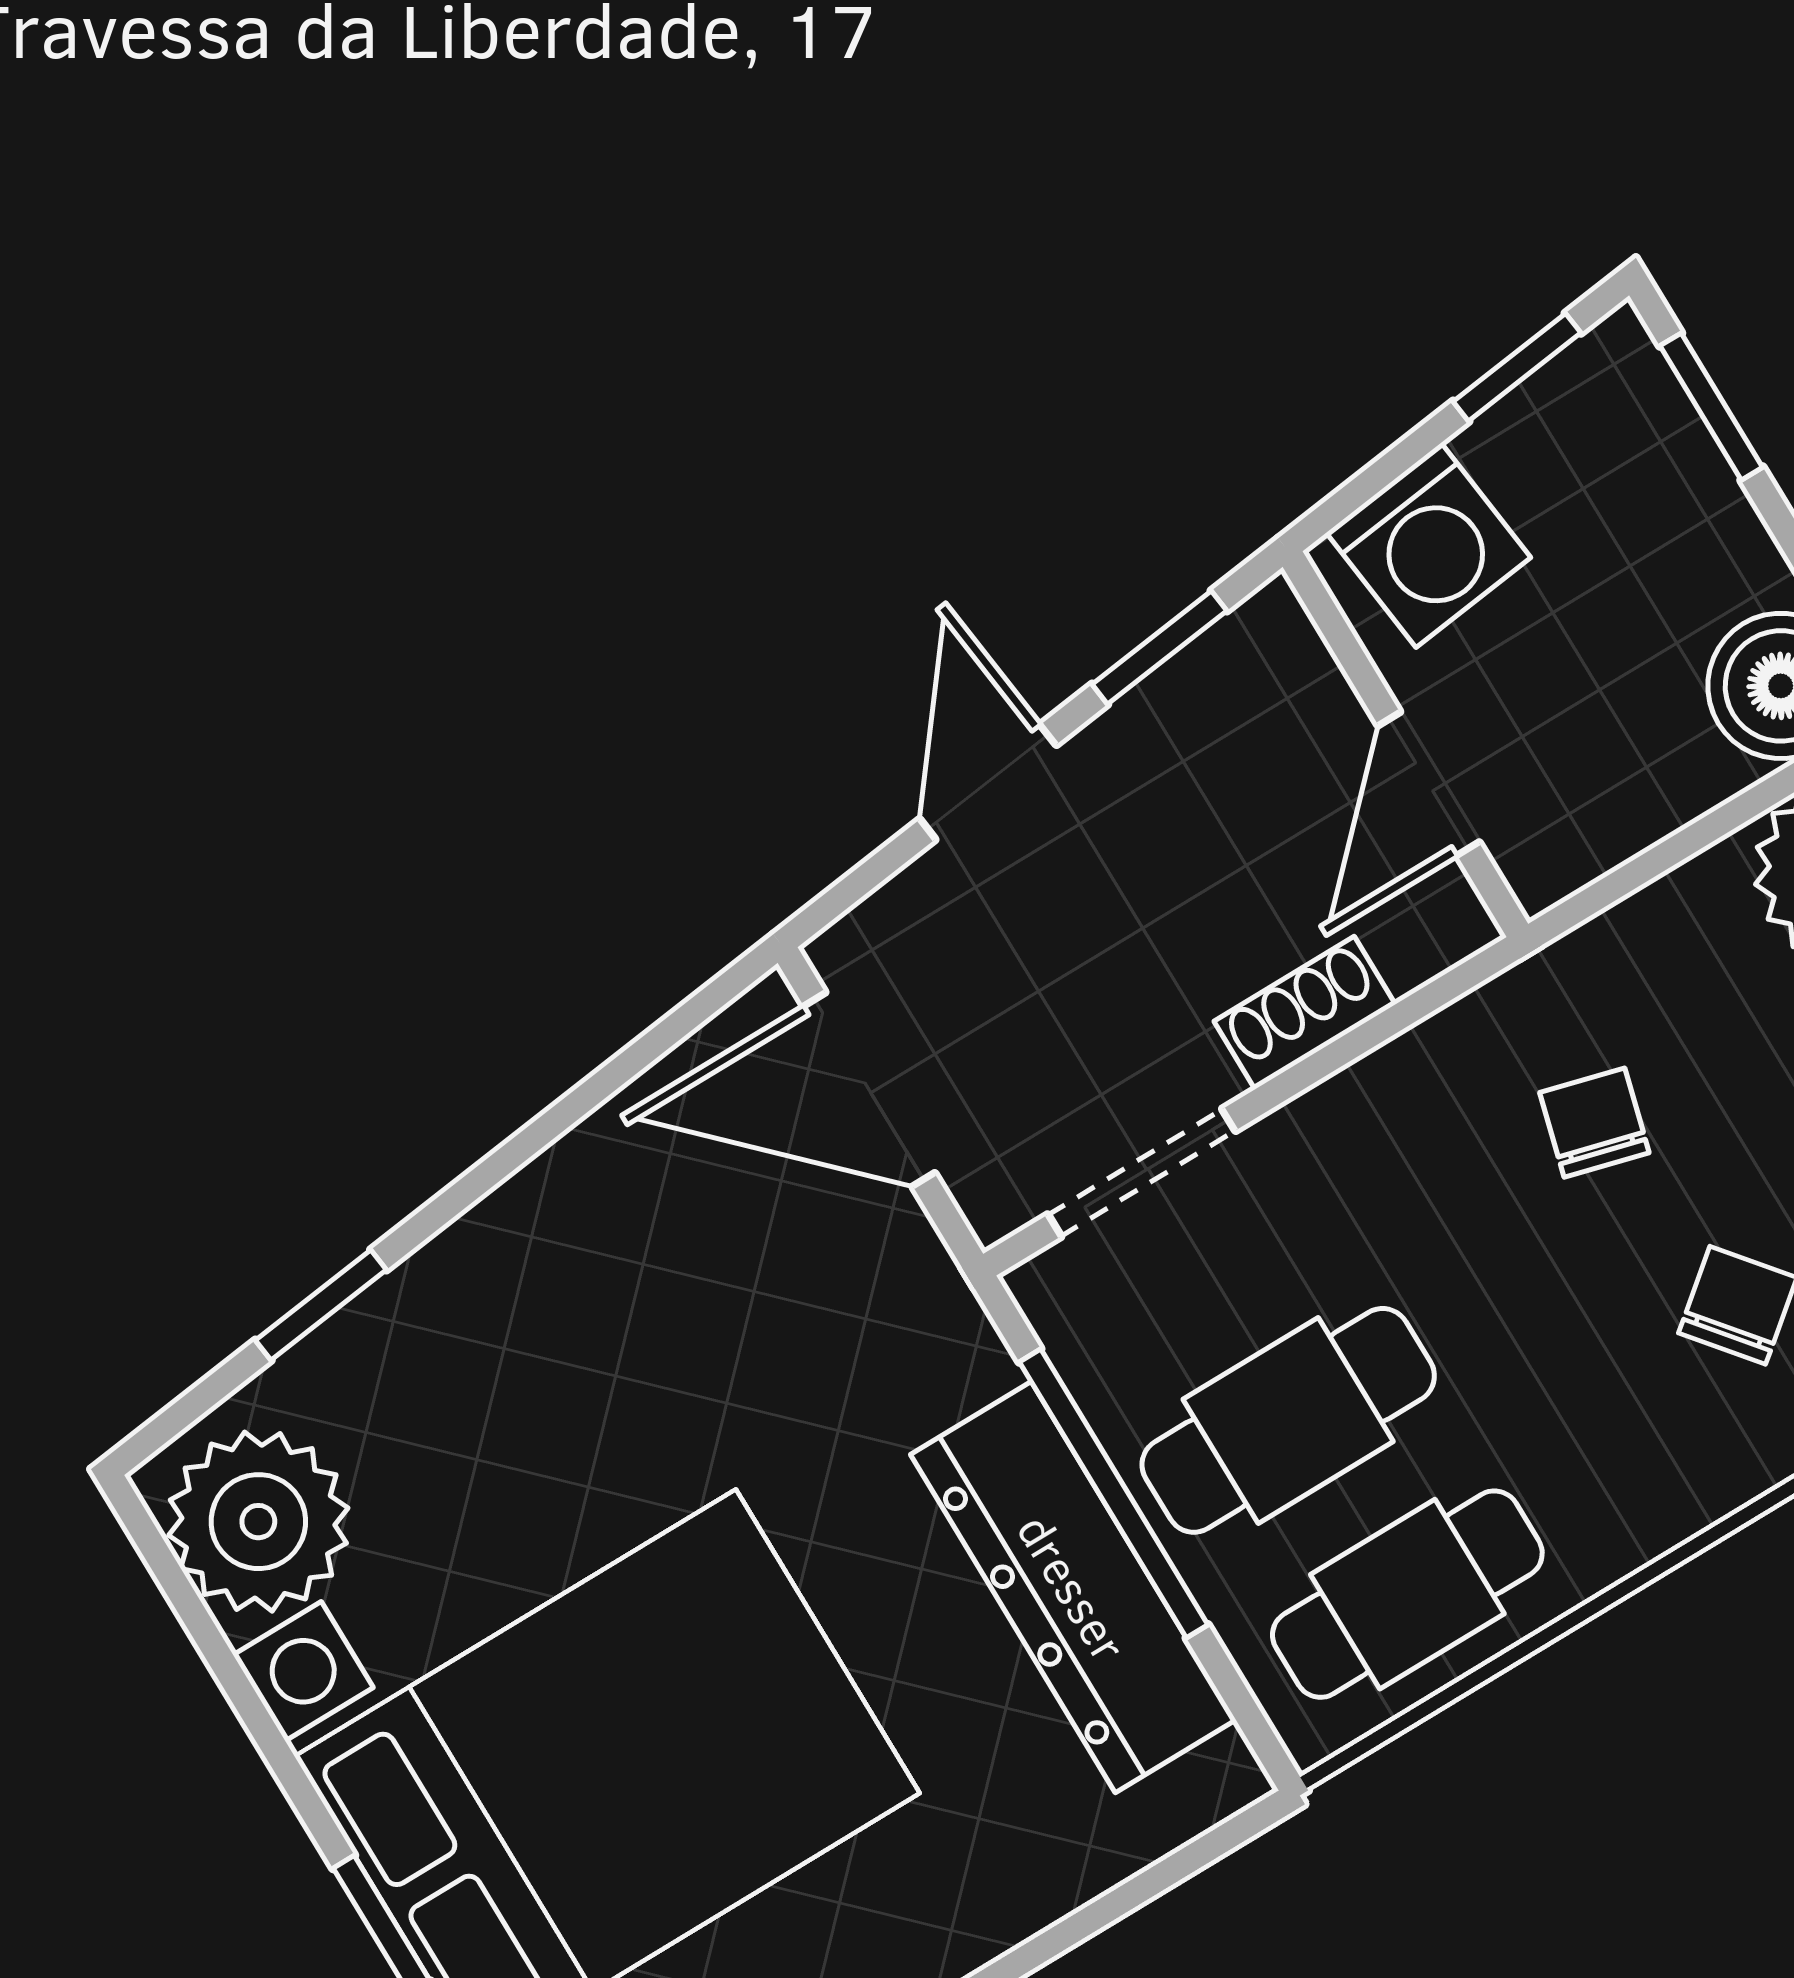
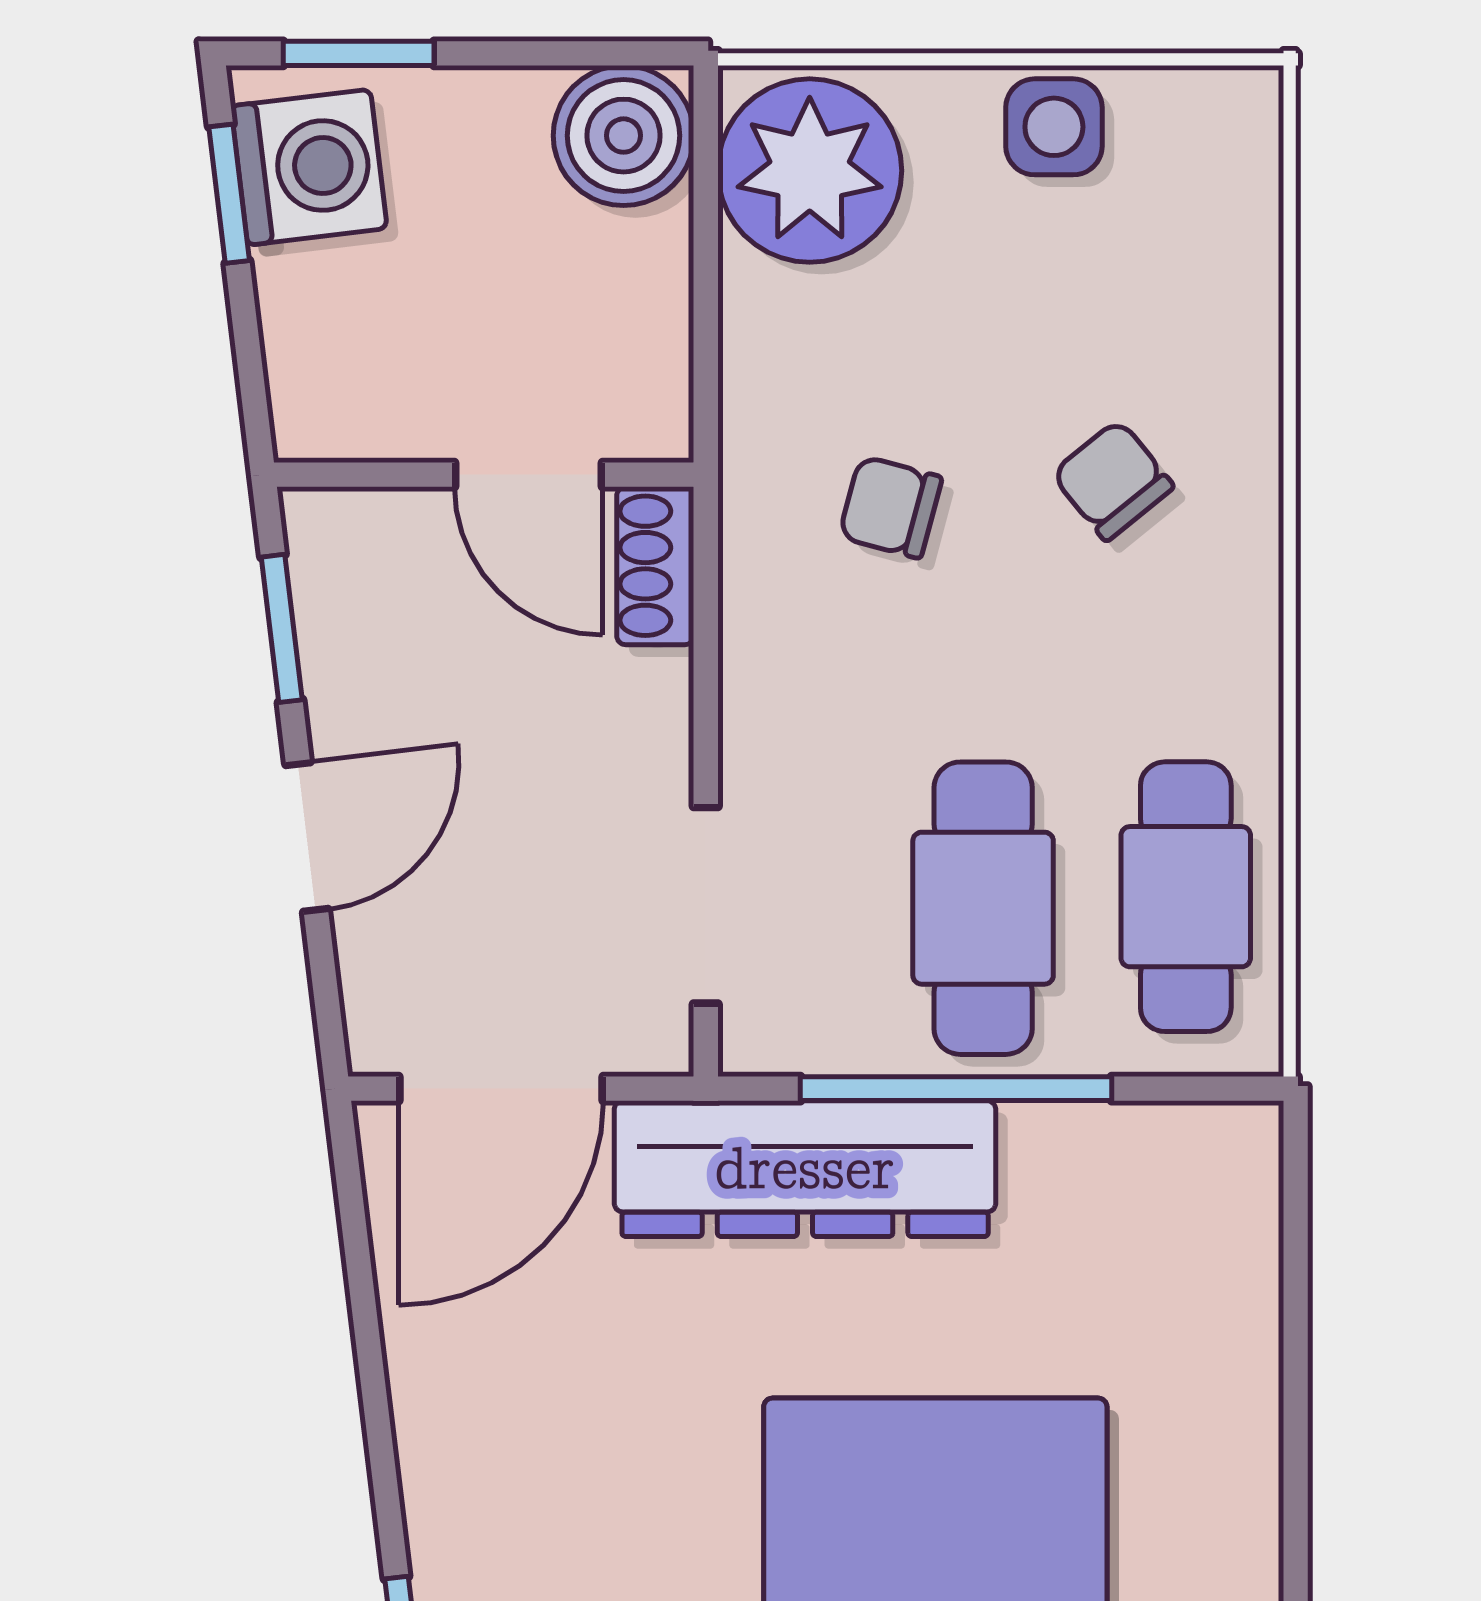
washing machine: (1429, 545) -> (309, 167), moved
door: (988, 782) -> (307, 837), swing flipped
shoe rack: (1305, 1013) -> (655, 566), moved
dresser: (1073, 1587) -> (805, 1169), moved

